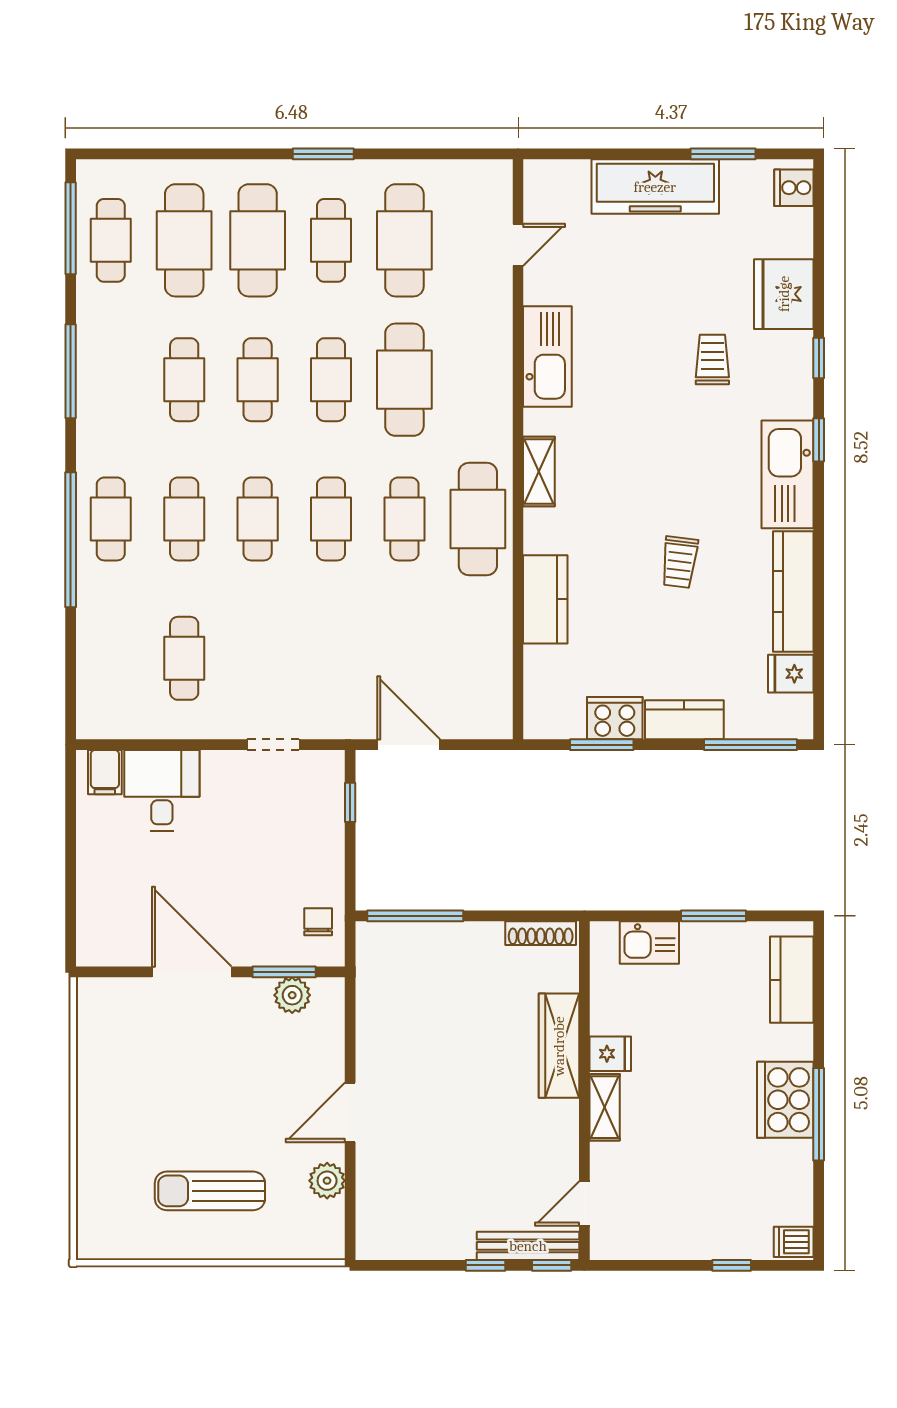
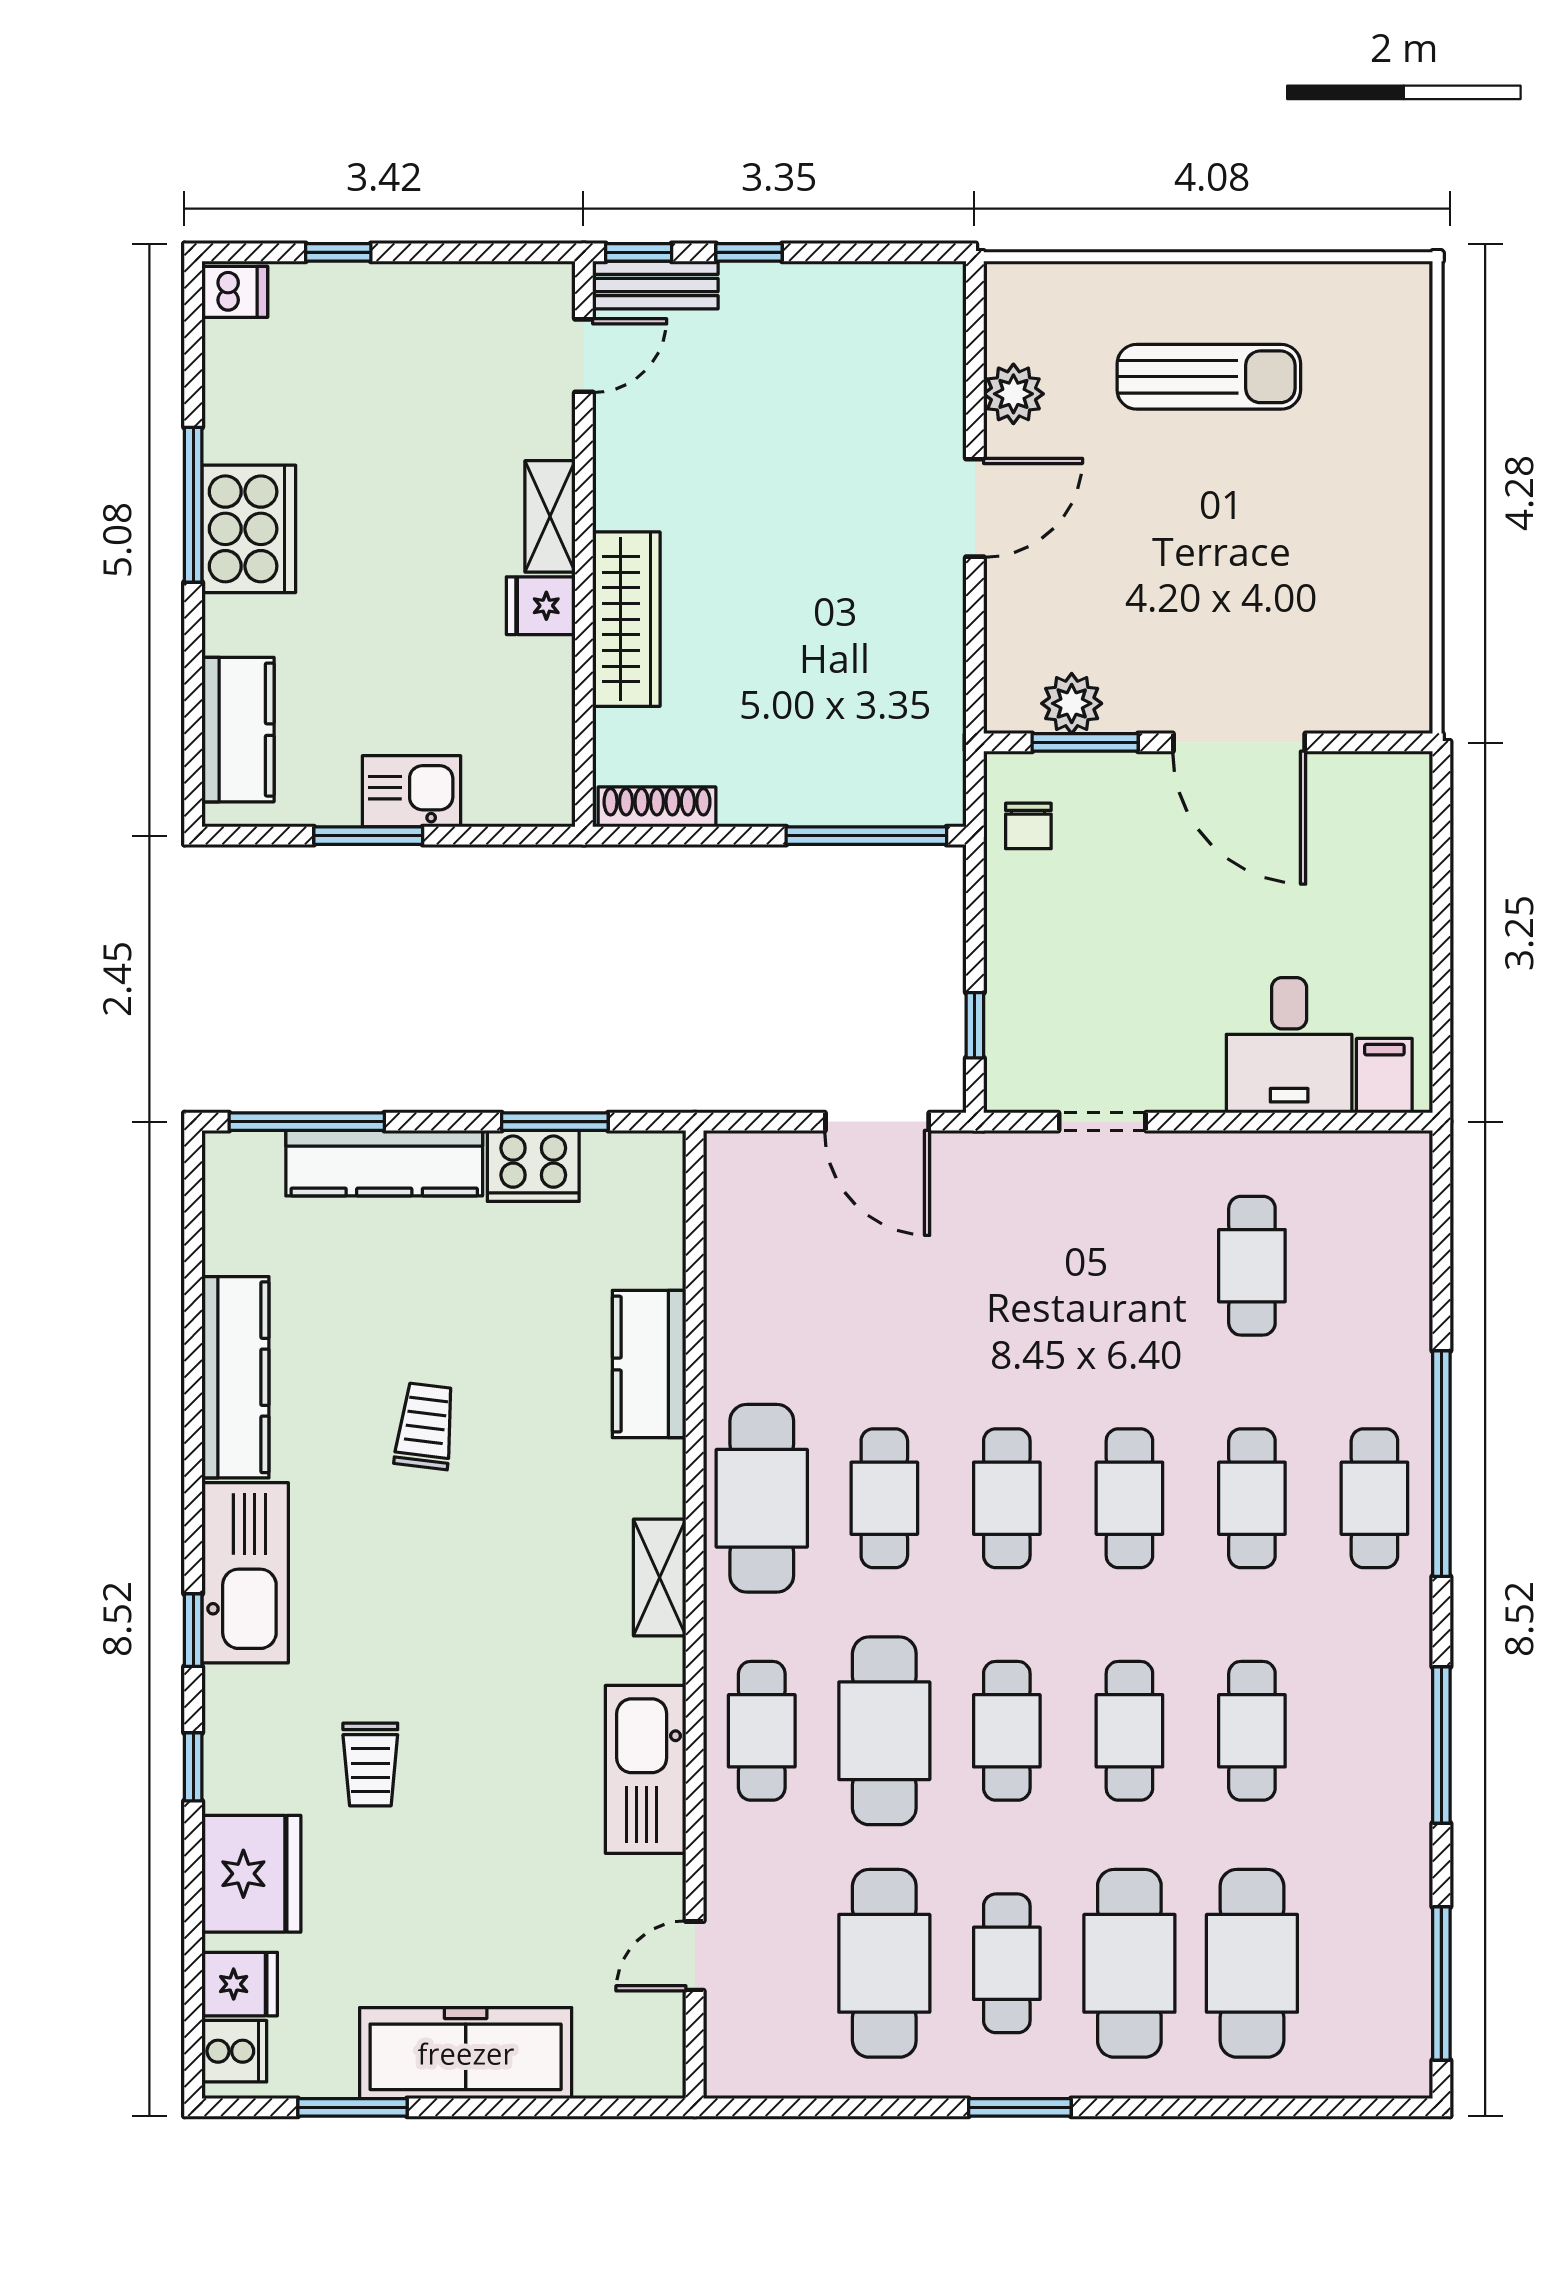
cafe table: (111, 240) -> (762, 1731), moved
fridge: (791, 674) -> (240, 1984), moved
kitchen counter: (684, 720) -> (384, 1163), width x1.50
kitchen sink: (649, 943) -> (411, 791), moved
bench: (528, 1246) -> (655, 285), width x0.73

